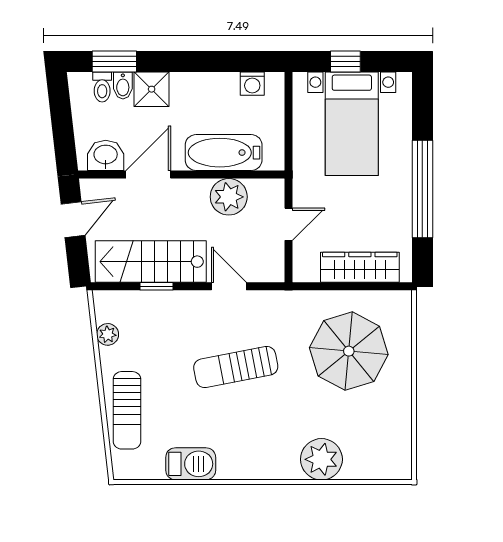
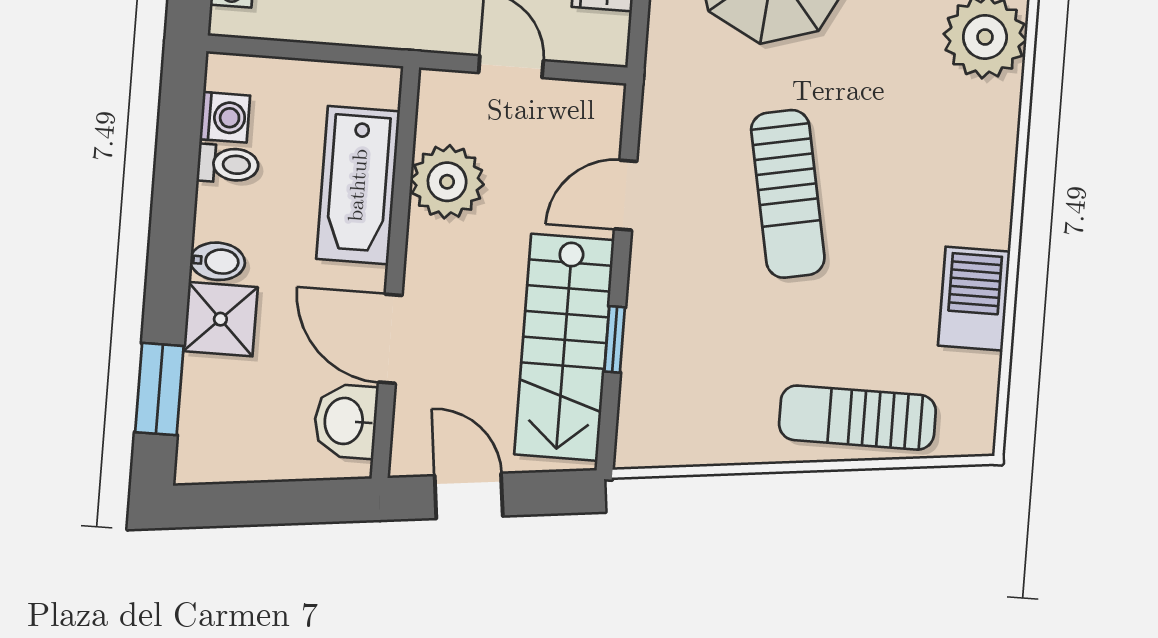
bidet: (123, 85) -> (218, 261), moved
toilet: (102, 87) -> (228, 164), moved
plant: (108, 334) -> (703, 445), removed
sun lounger: (127, 410) -> (857, 418), turned 180

